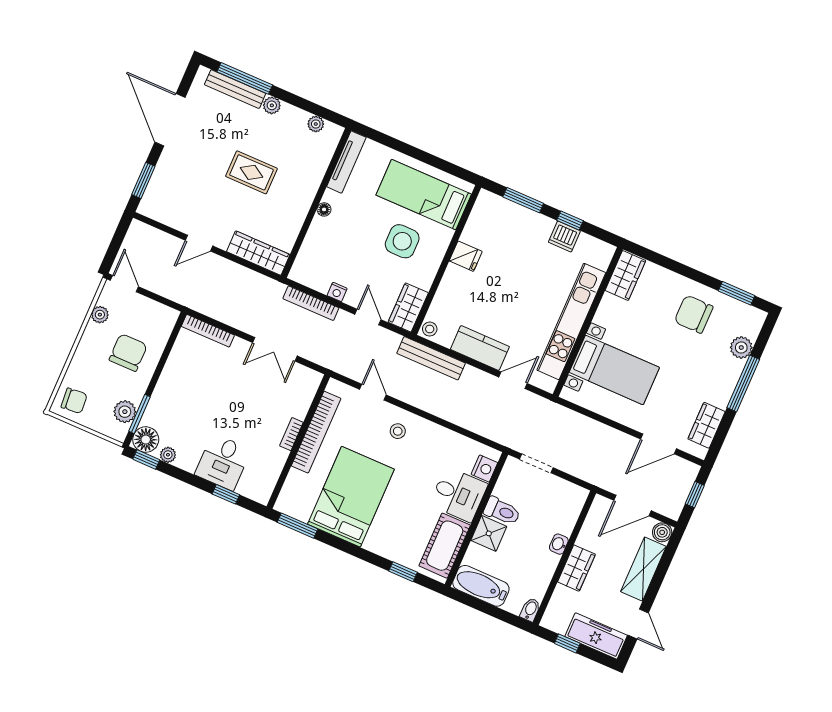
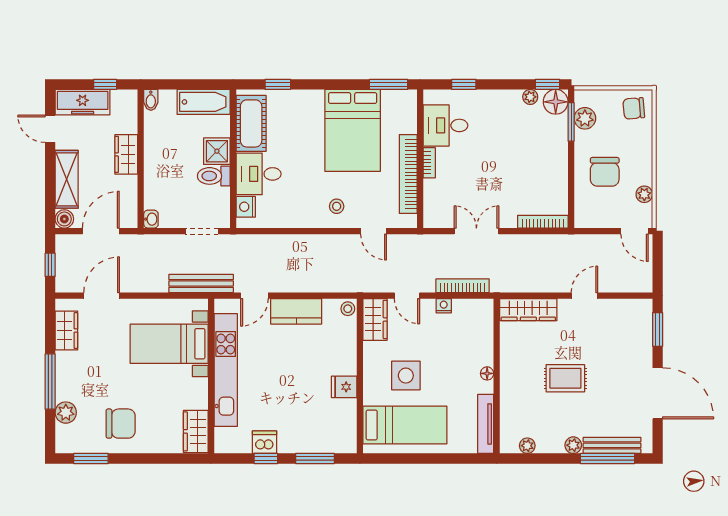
bench: (431, 358) -> (201, 284), moved
desk: (223, 462) -> (446, 125), moved, turned -90
washbasin: (559, 544) -> (151, 219), moved

